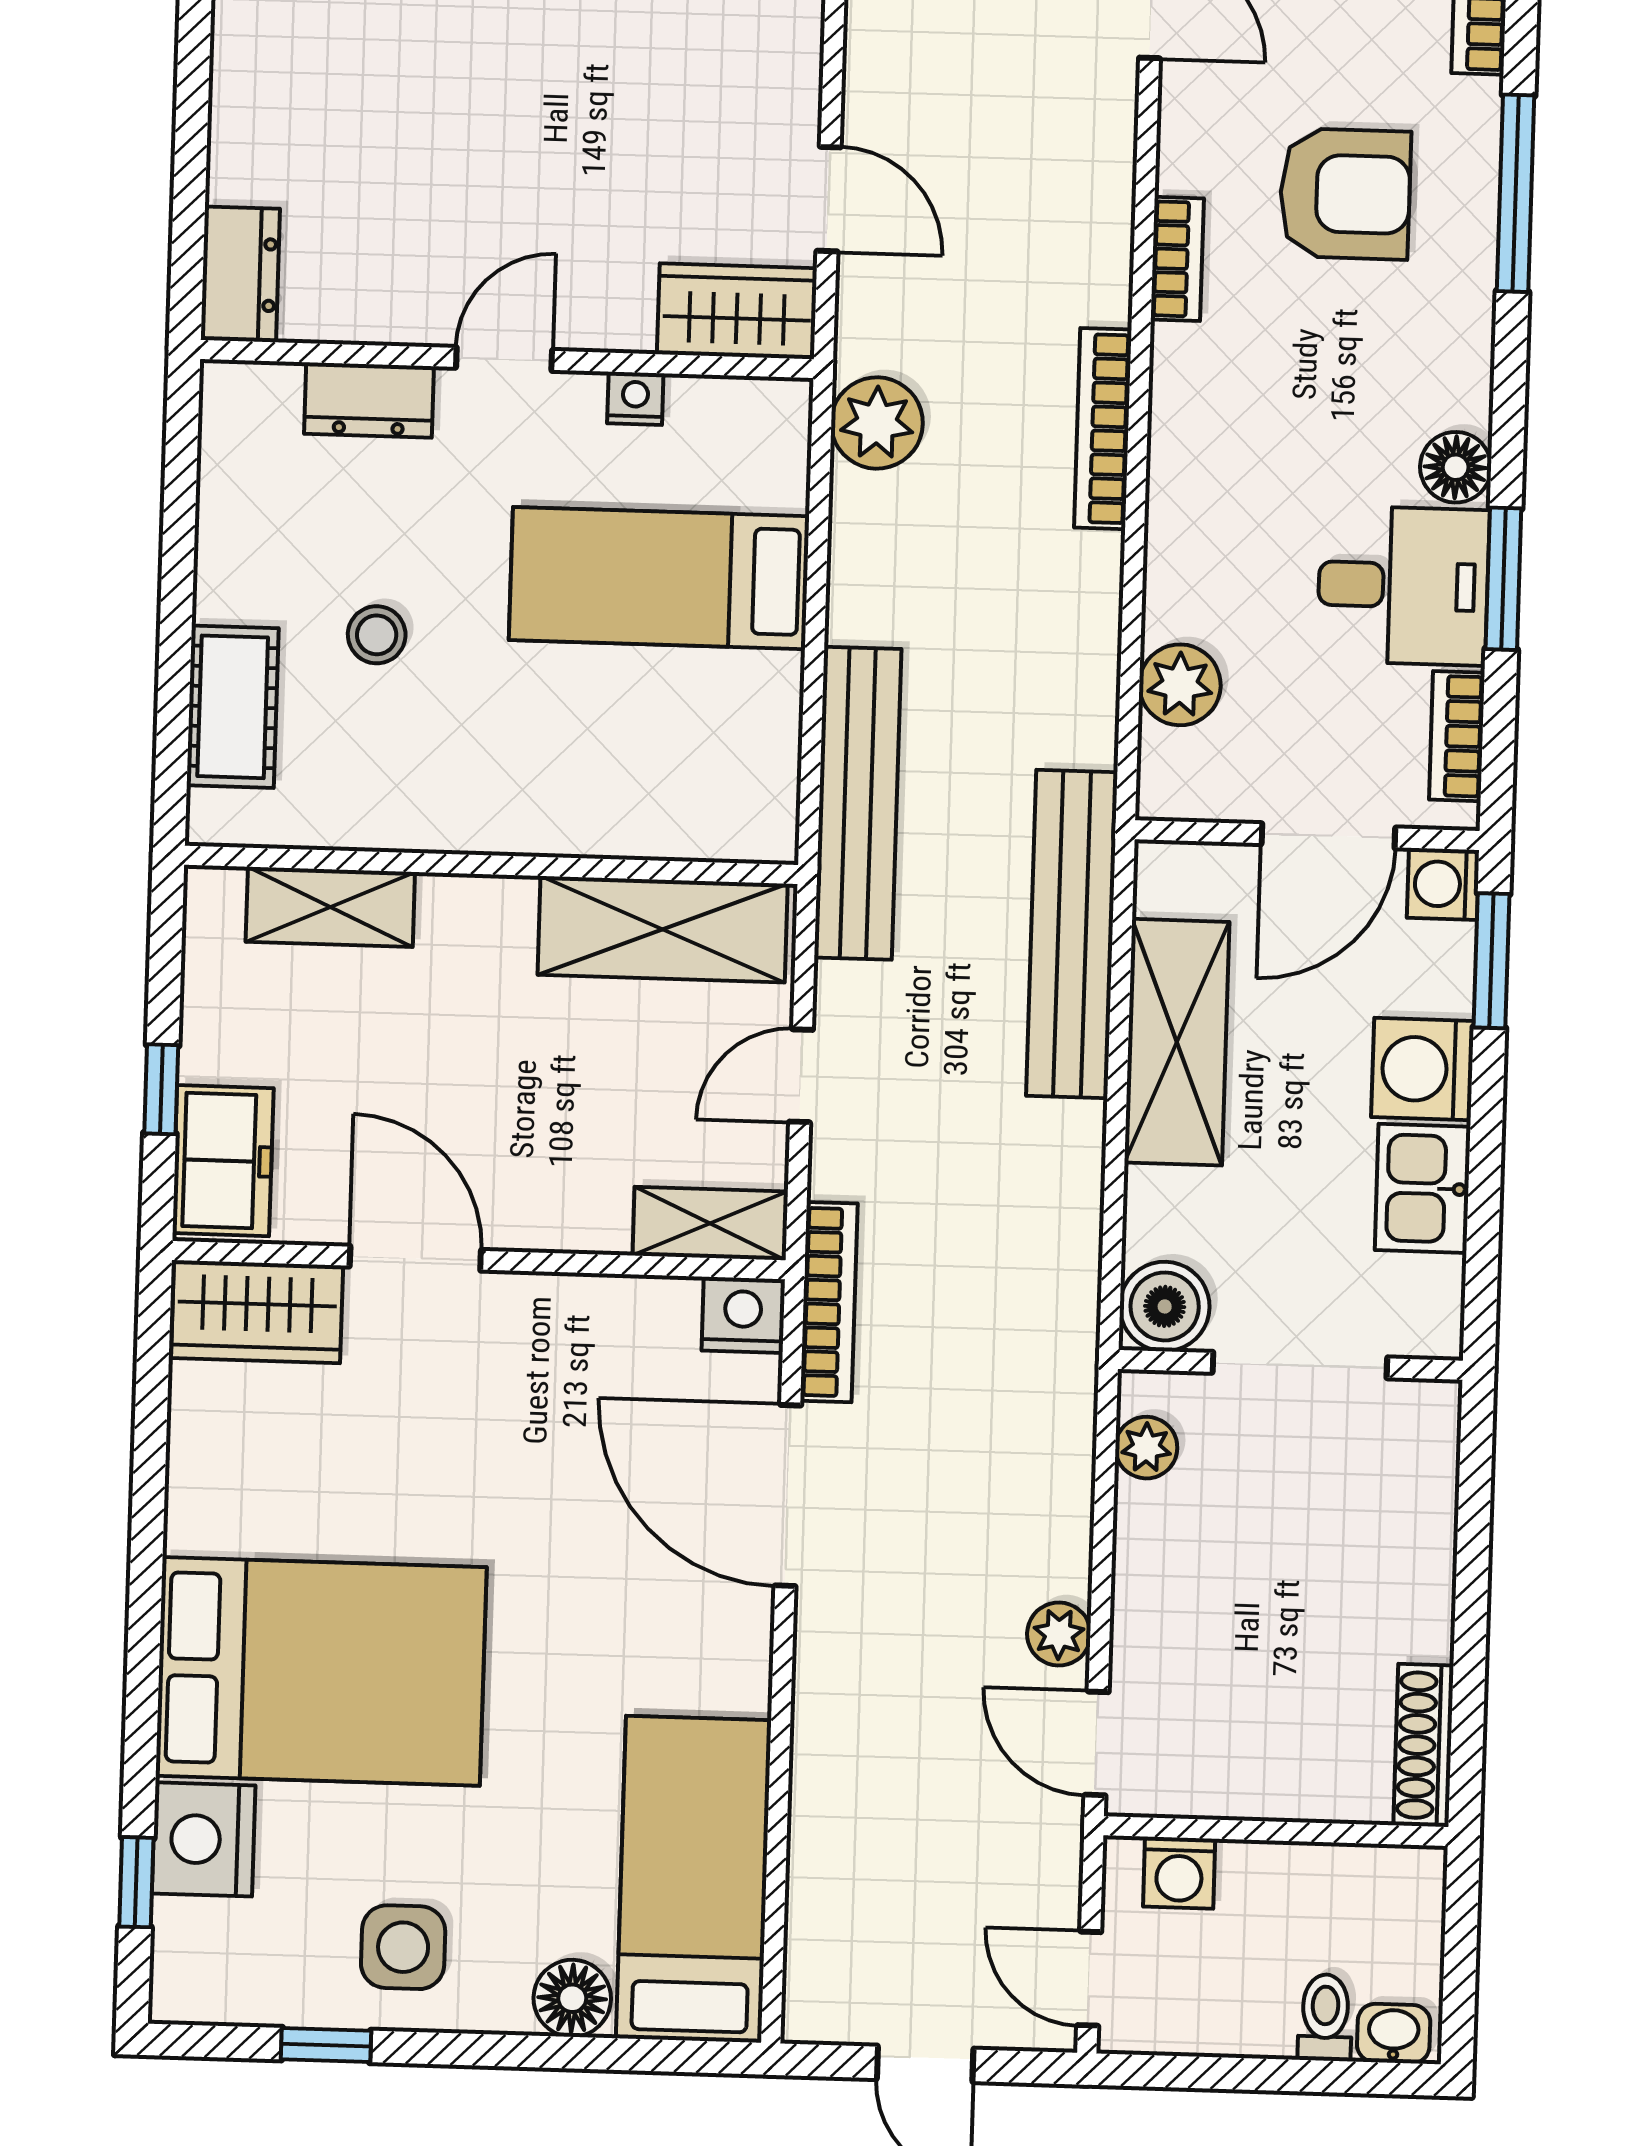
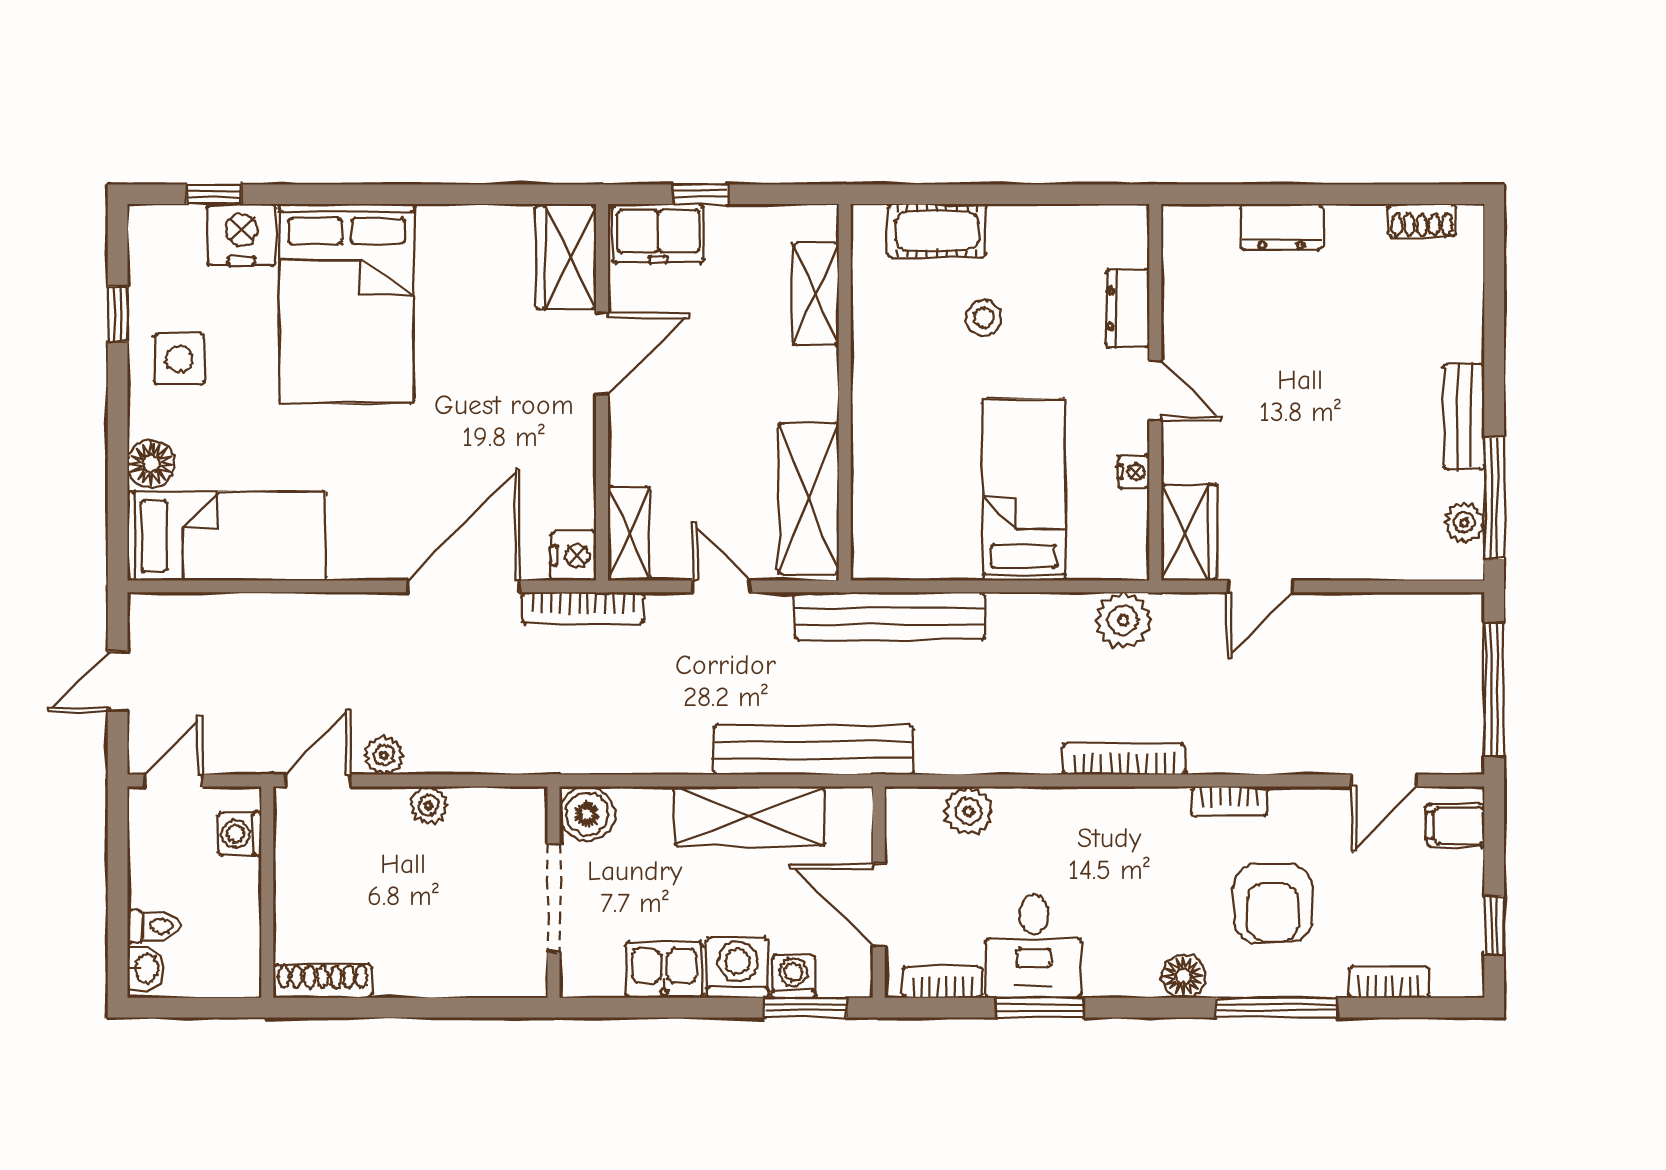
dresser: (240, 274) -> (1281, 227), moved
floor lamp: (1456, 467) -> (1184, 976), moved
washing machine: (1443, 884) -> (793, 976), moved
plant: (1146, 1448) -> (429, 805), moved

